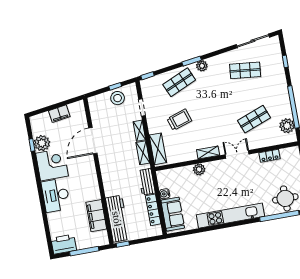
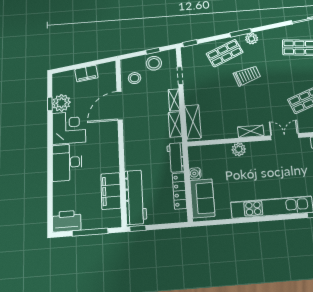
stool: (102, 114) -> (135, 78), added
trolley: (179, 120) -> (247, 76), moved

